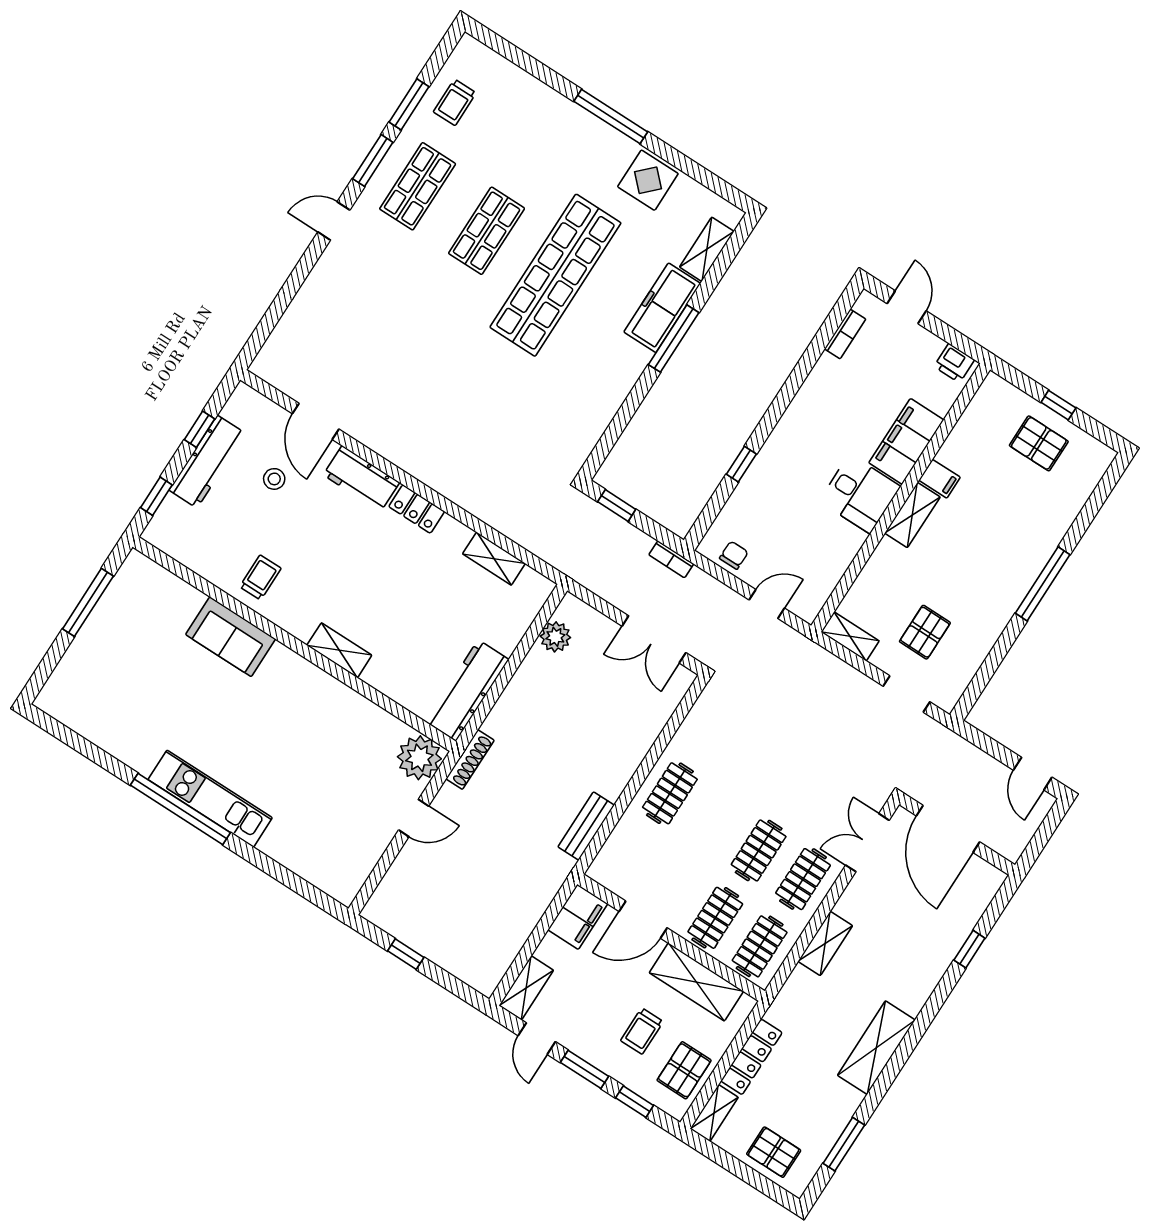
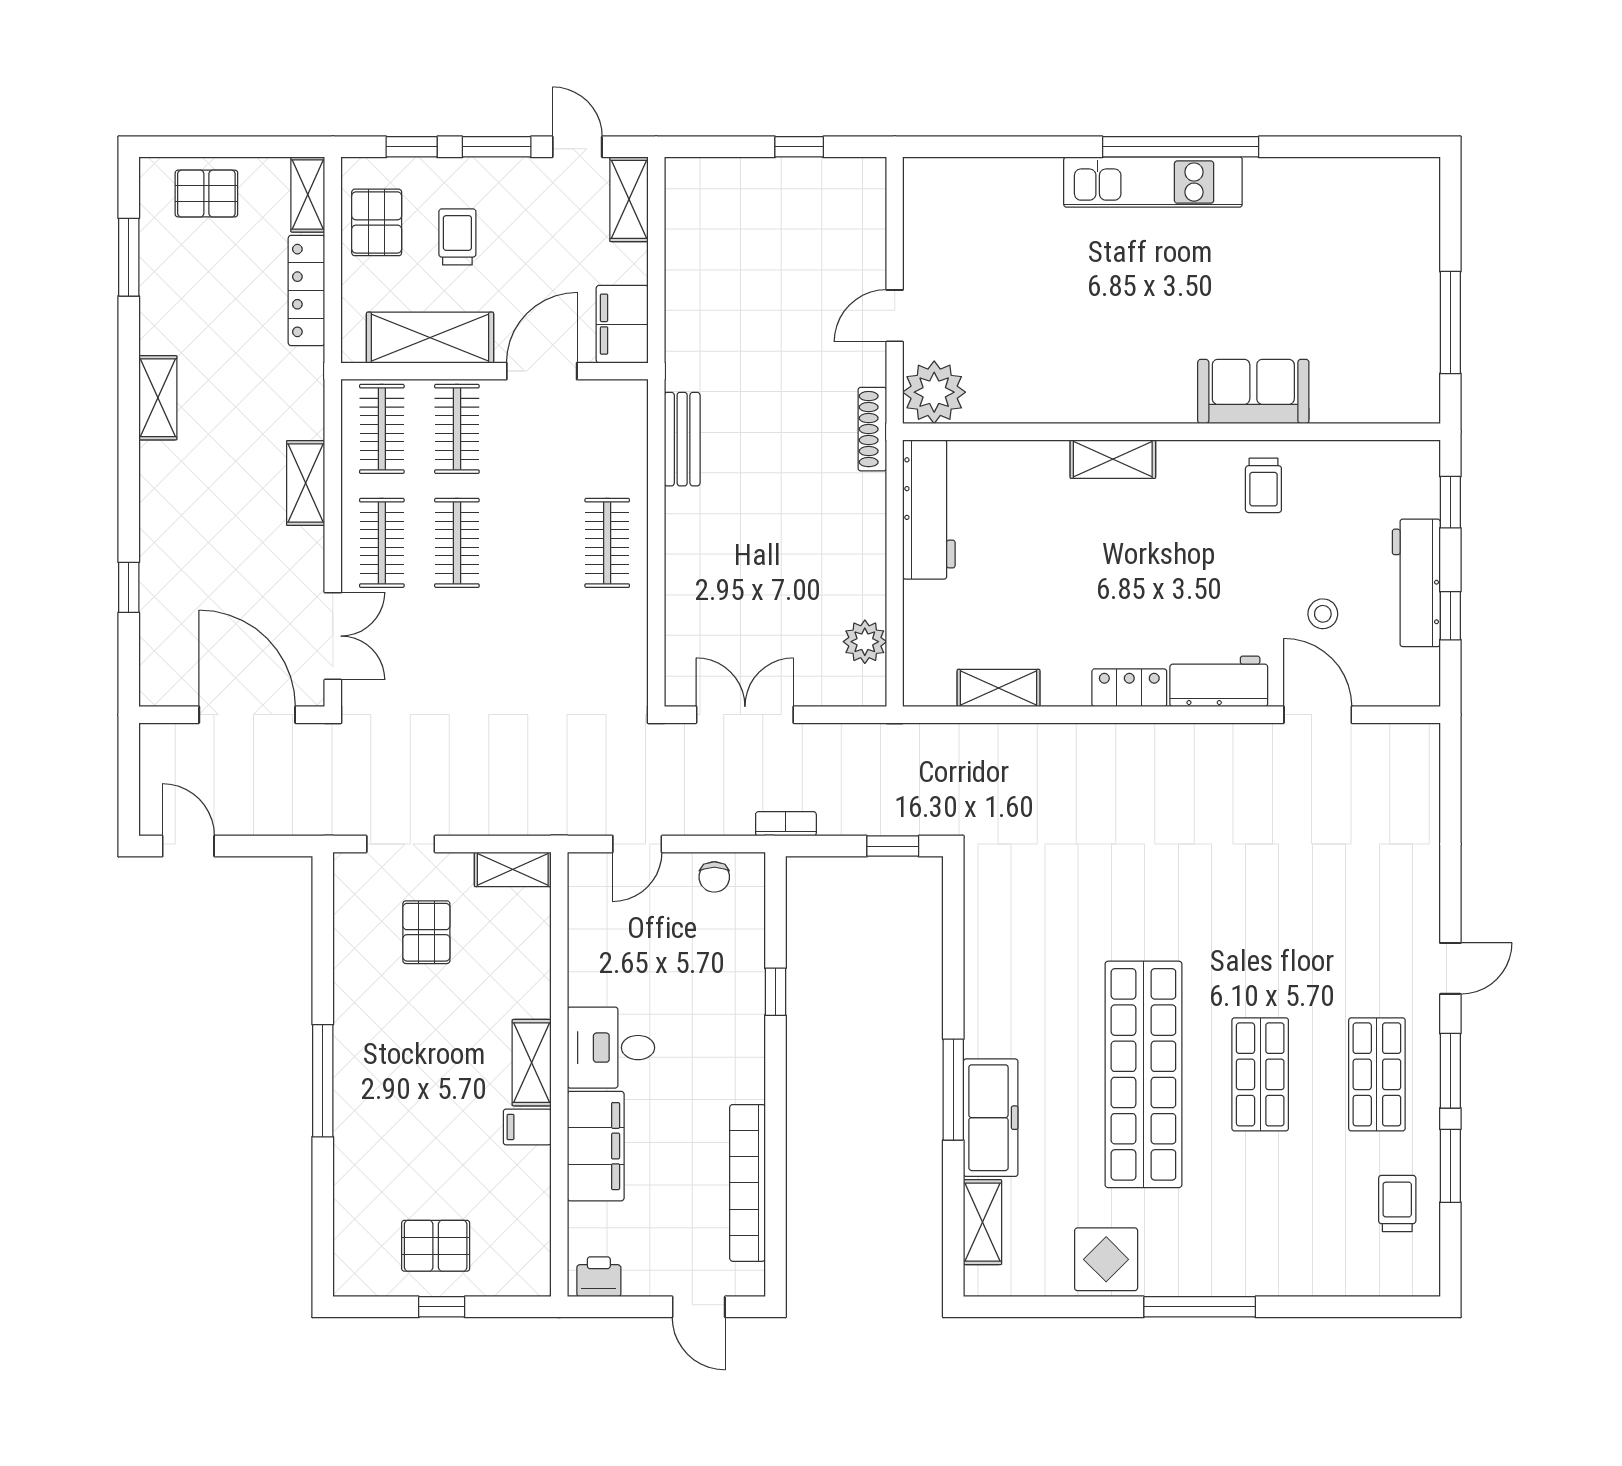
bookcase: (845, 334) -> (748, 1183), width x2.31, depth x1.31
shelving: (876, 1048) -> (158, 398), width x0.67, depth x0.75

